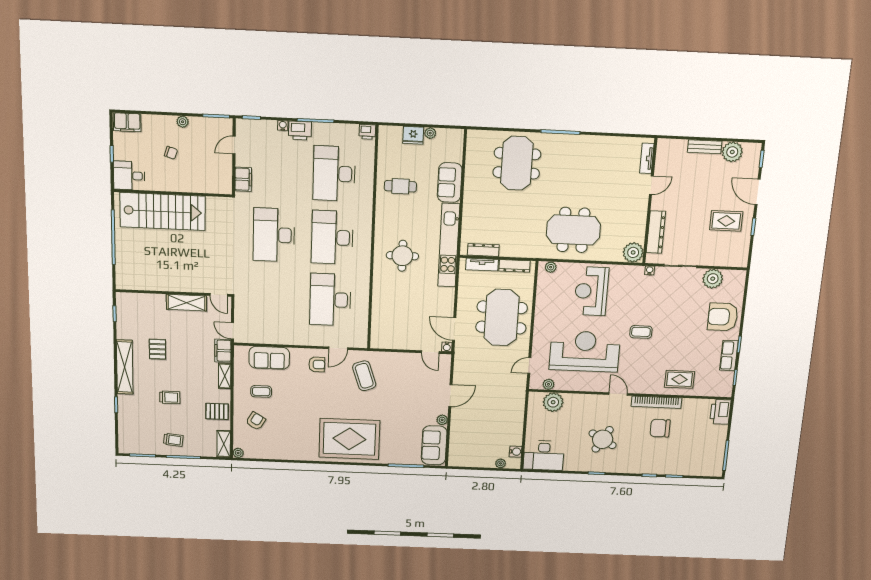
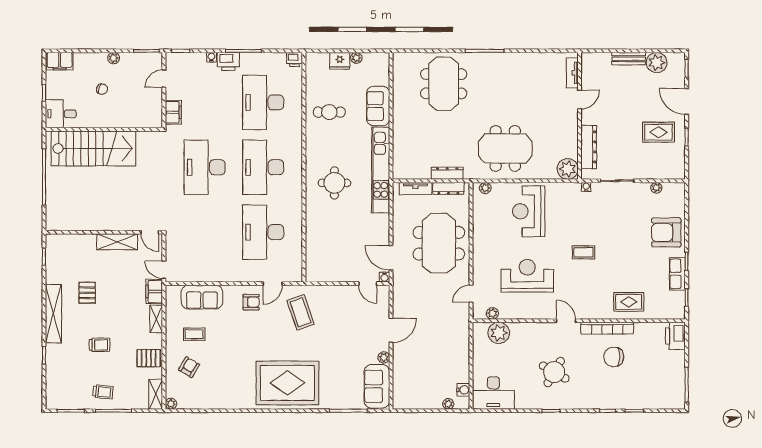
dresser: (483, 250) -> (447, 173), moved
plant: (713, 279) -> (656, 188), width x0.53, depth x0.53
reception desk: (585, 351) -> (527, 276), width x0.74, depth x0.77

